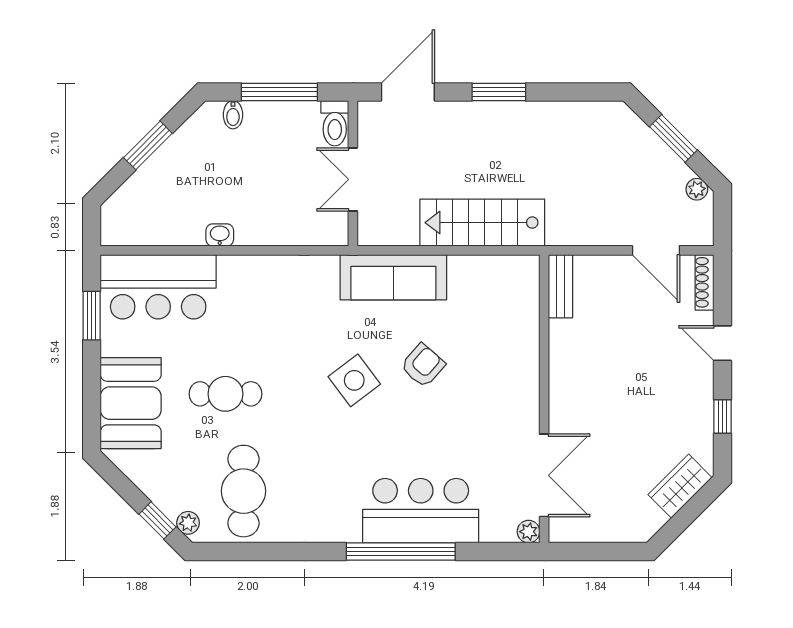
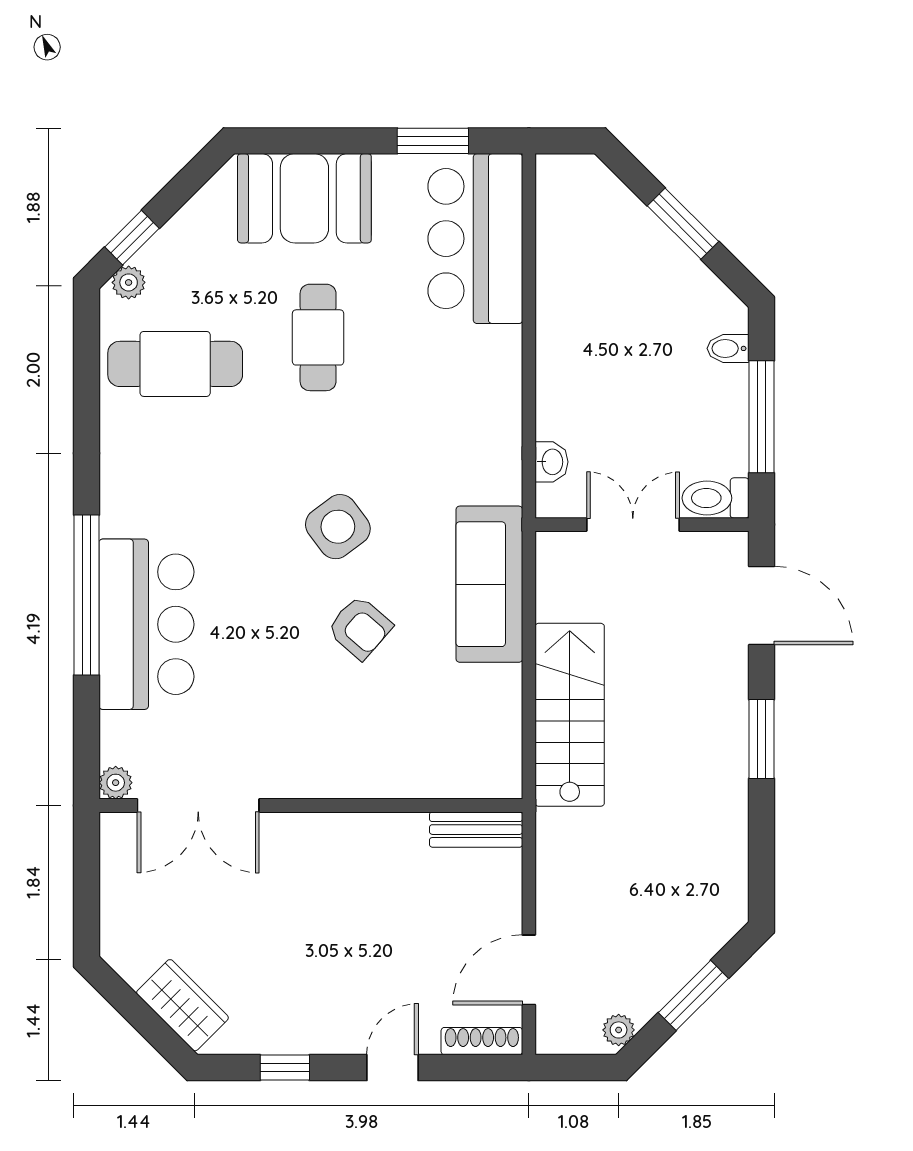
washbasin: (220, 235) -> (551, 462), moved

